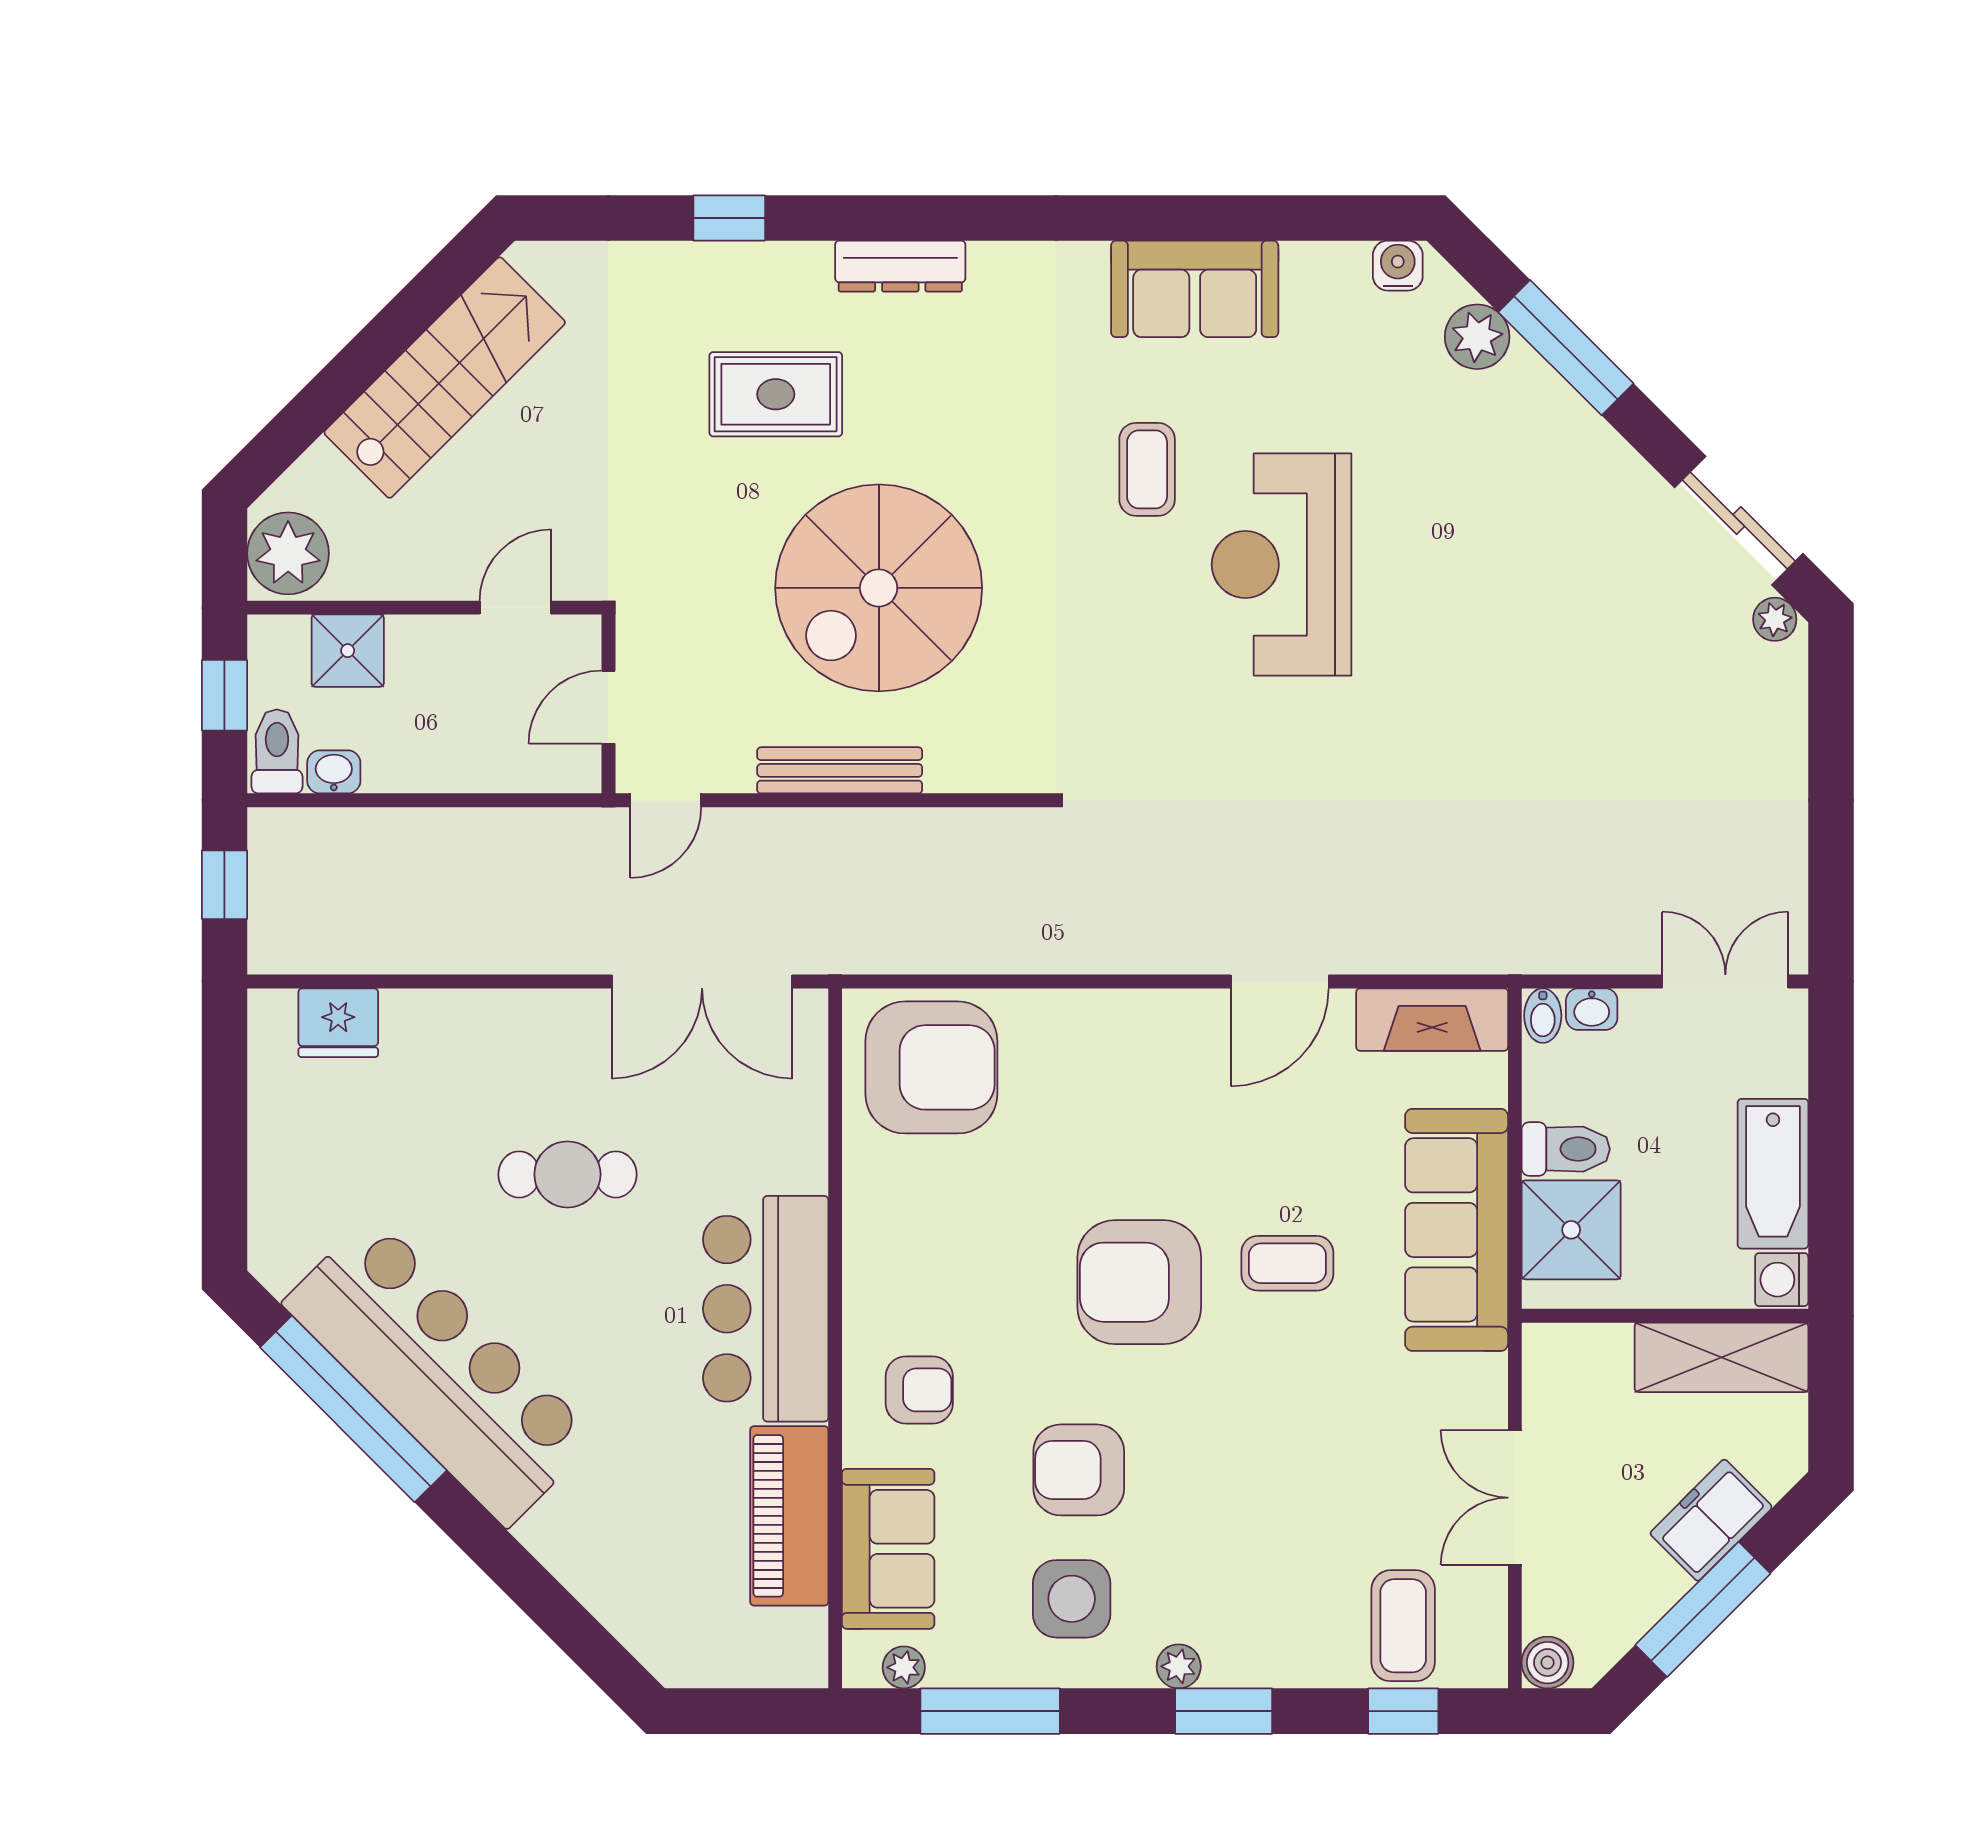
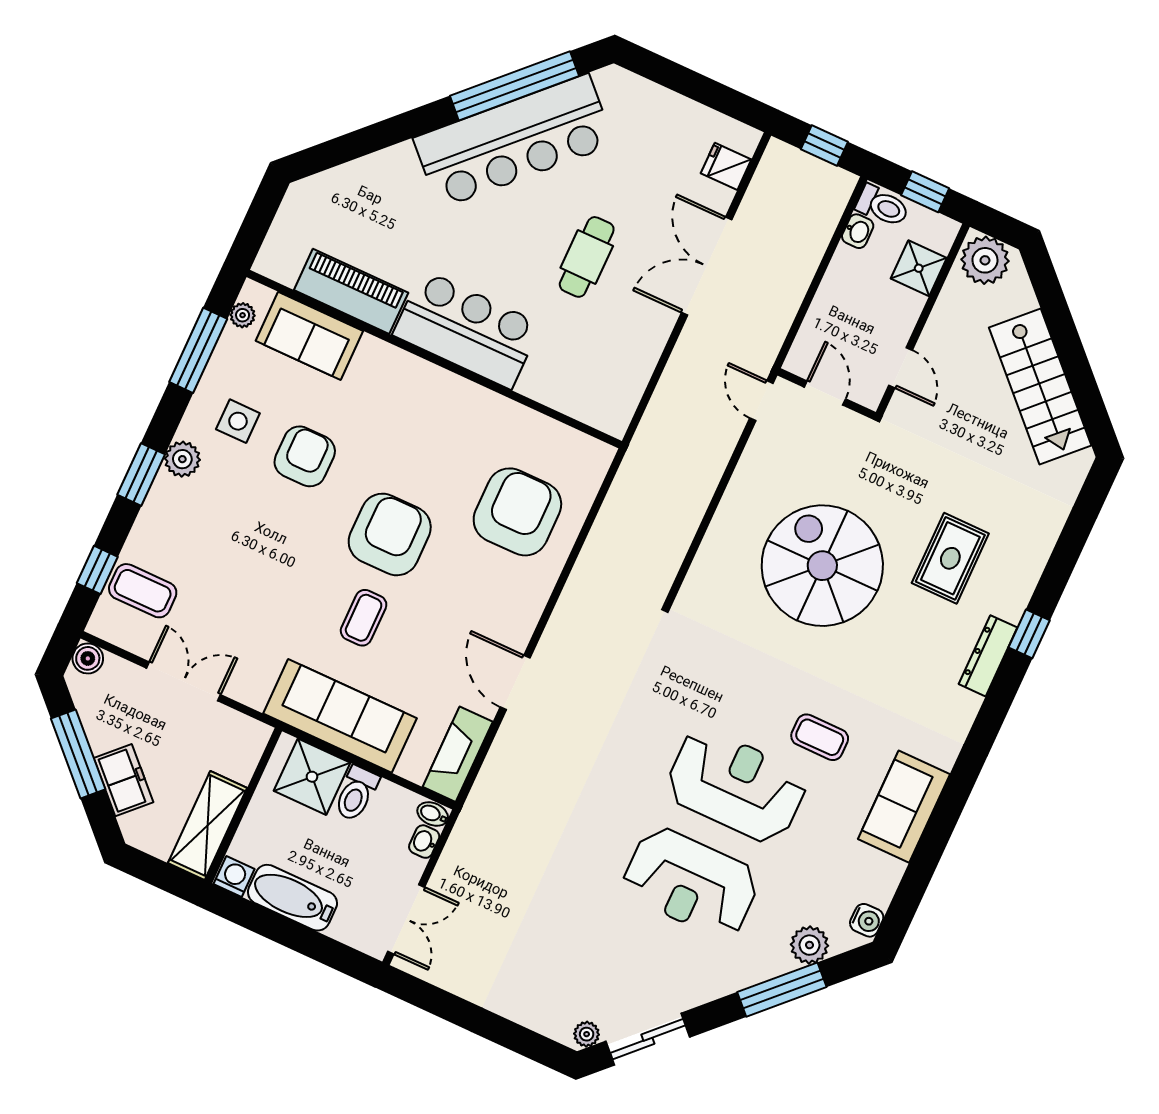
window: (729, 218) -> (1029, 634), moved
reception desk: (1465, 566) -> (691, 883), added
bench: (840, 770) -> (735, 500), removed
double door: (702, 982) -> (707, 266), moved
fridge: (338, 1023) -> (726, 166), width x0.72
armchair: (931, 1067) -> (517, 512), moved, turned 180
armchair: (919, 1390) -> (386, 391), removed
side table: (1072, 1599) -> (238, 421), width x0.73, depth x0.73
plant: (1179, 1666) -> (182, 459), width x1.38, depth x1.38

